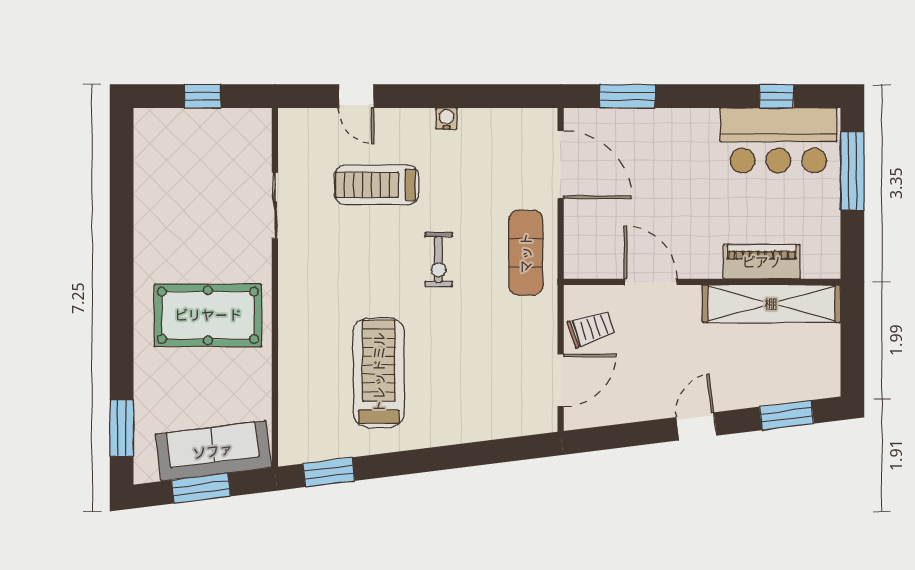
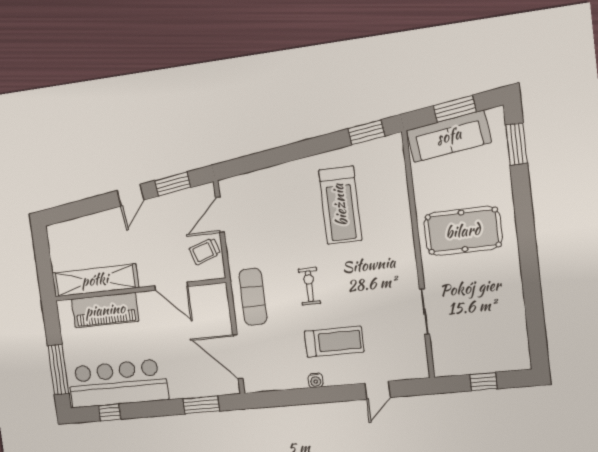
door: (356, 96) -> (378, 390), swing flipped
bar counter: (778, 140) -> (118, 383), width x1.36
treadmill: (376, 185) -> (334, 342), moved
piano: (762, 262) -> (105, 310), width x1.37, depth x1.33
window: (787, 415) -> (173, 184), moved

